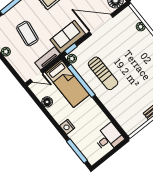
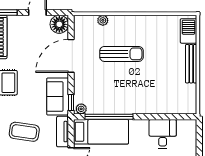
sun lounger: (103, 73) -> (121, 54), moved
desk: (109, 138) -> (163, 134), moved

